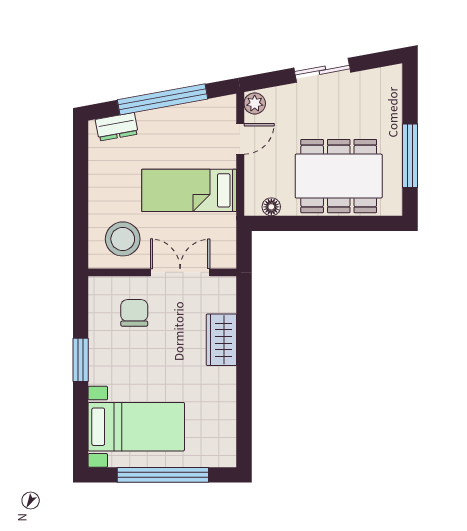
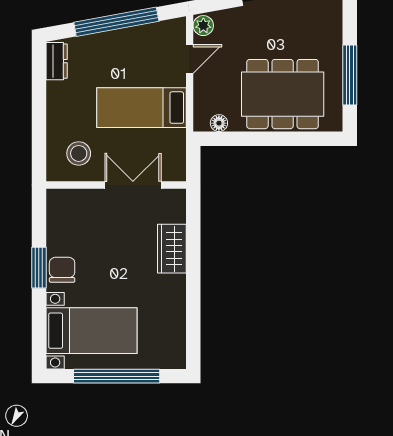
dresser: (117, 127) -> (57, 61), moved, turned -80
stool: (123, 239) -> (79, 153), width x0.73, depth x0.73
chair: (134, 313) -> (62, 270), moved

